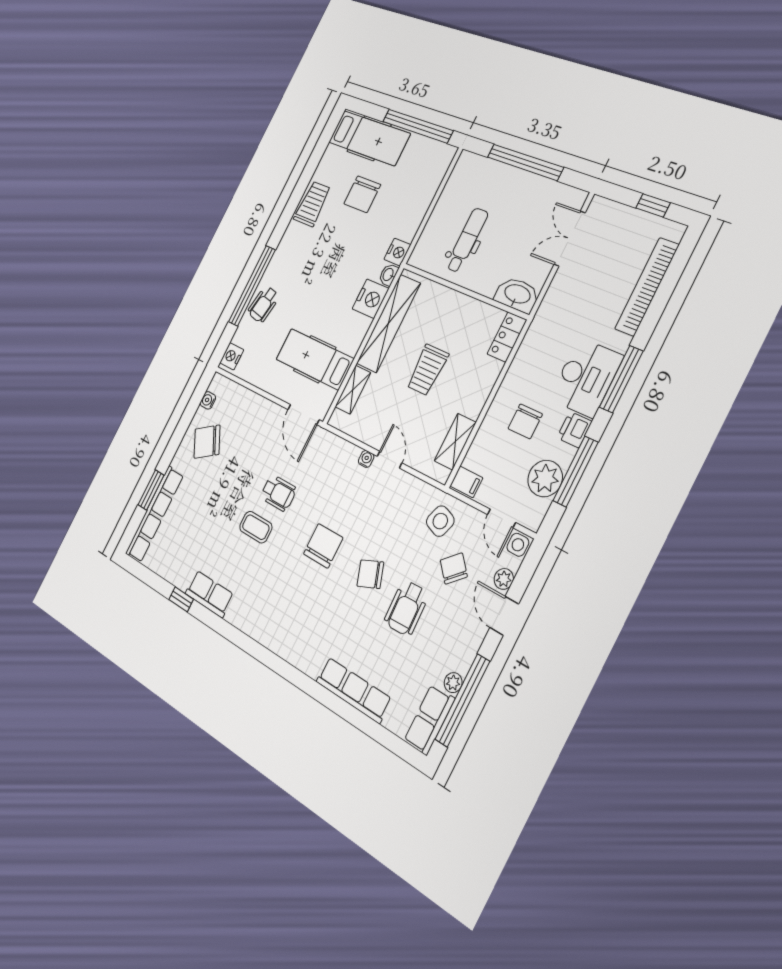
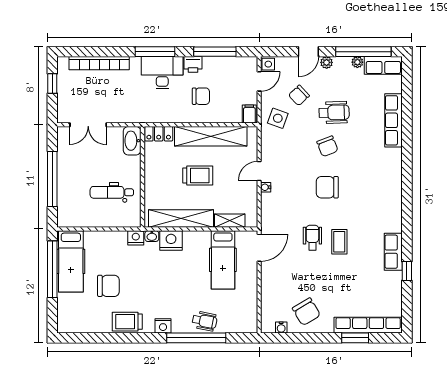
hospital bed: (369, 138) -> (71, 261), moved, turned 180
nightstand: (232, 356) -> (163, 326), moved
shelving: (455, 442) -> (211, 136), width x2.20, depth x1.33
plant: (545, 478) -> (226, 67), removed
plant: (504, 579) -> (327, 62), moved

